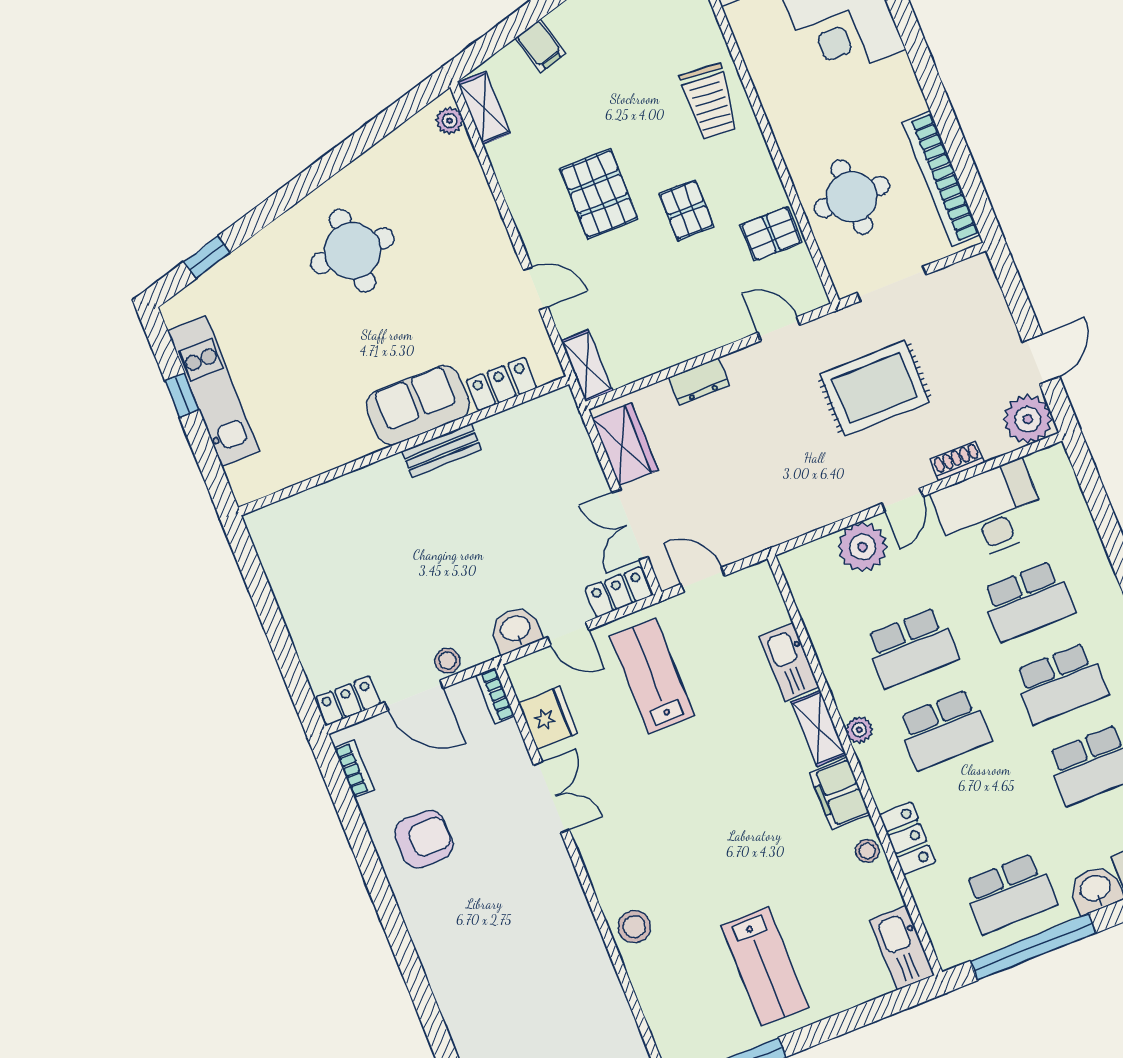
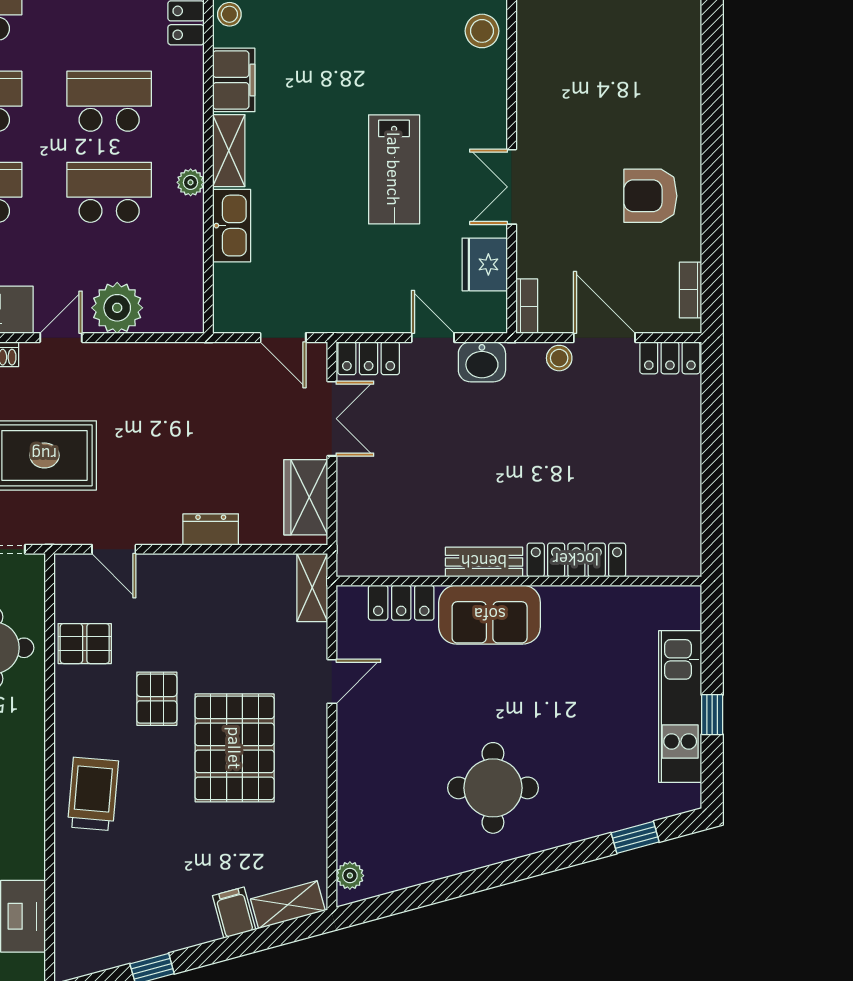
shelving: (484, 108) -> (288, 905), moved, turned 75
pallet: (599, 194) -> (235, 748), width x1.37, depth x1.41
door: (536, 288) -> (332, 681), swing flipped
locker: (359, 485) -> (576, 560), added
lab bench: (652, 676) -> (394, 169), moved
plant: (859, 730) -> (191, 182), moved

